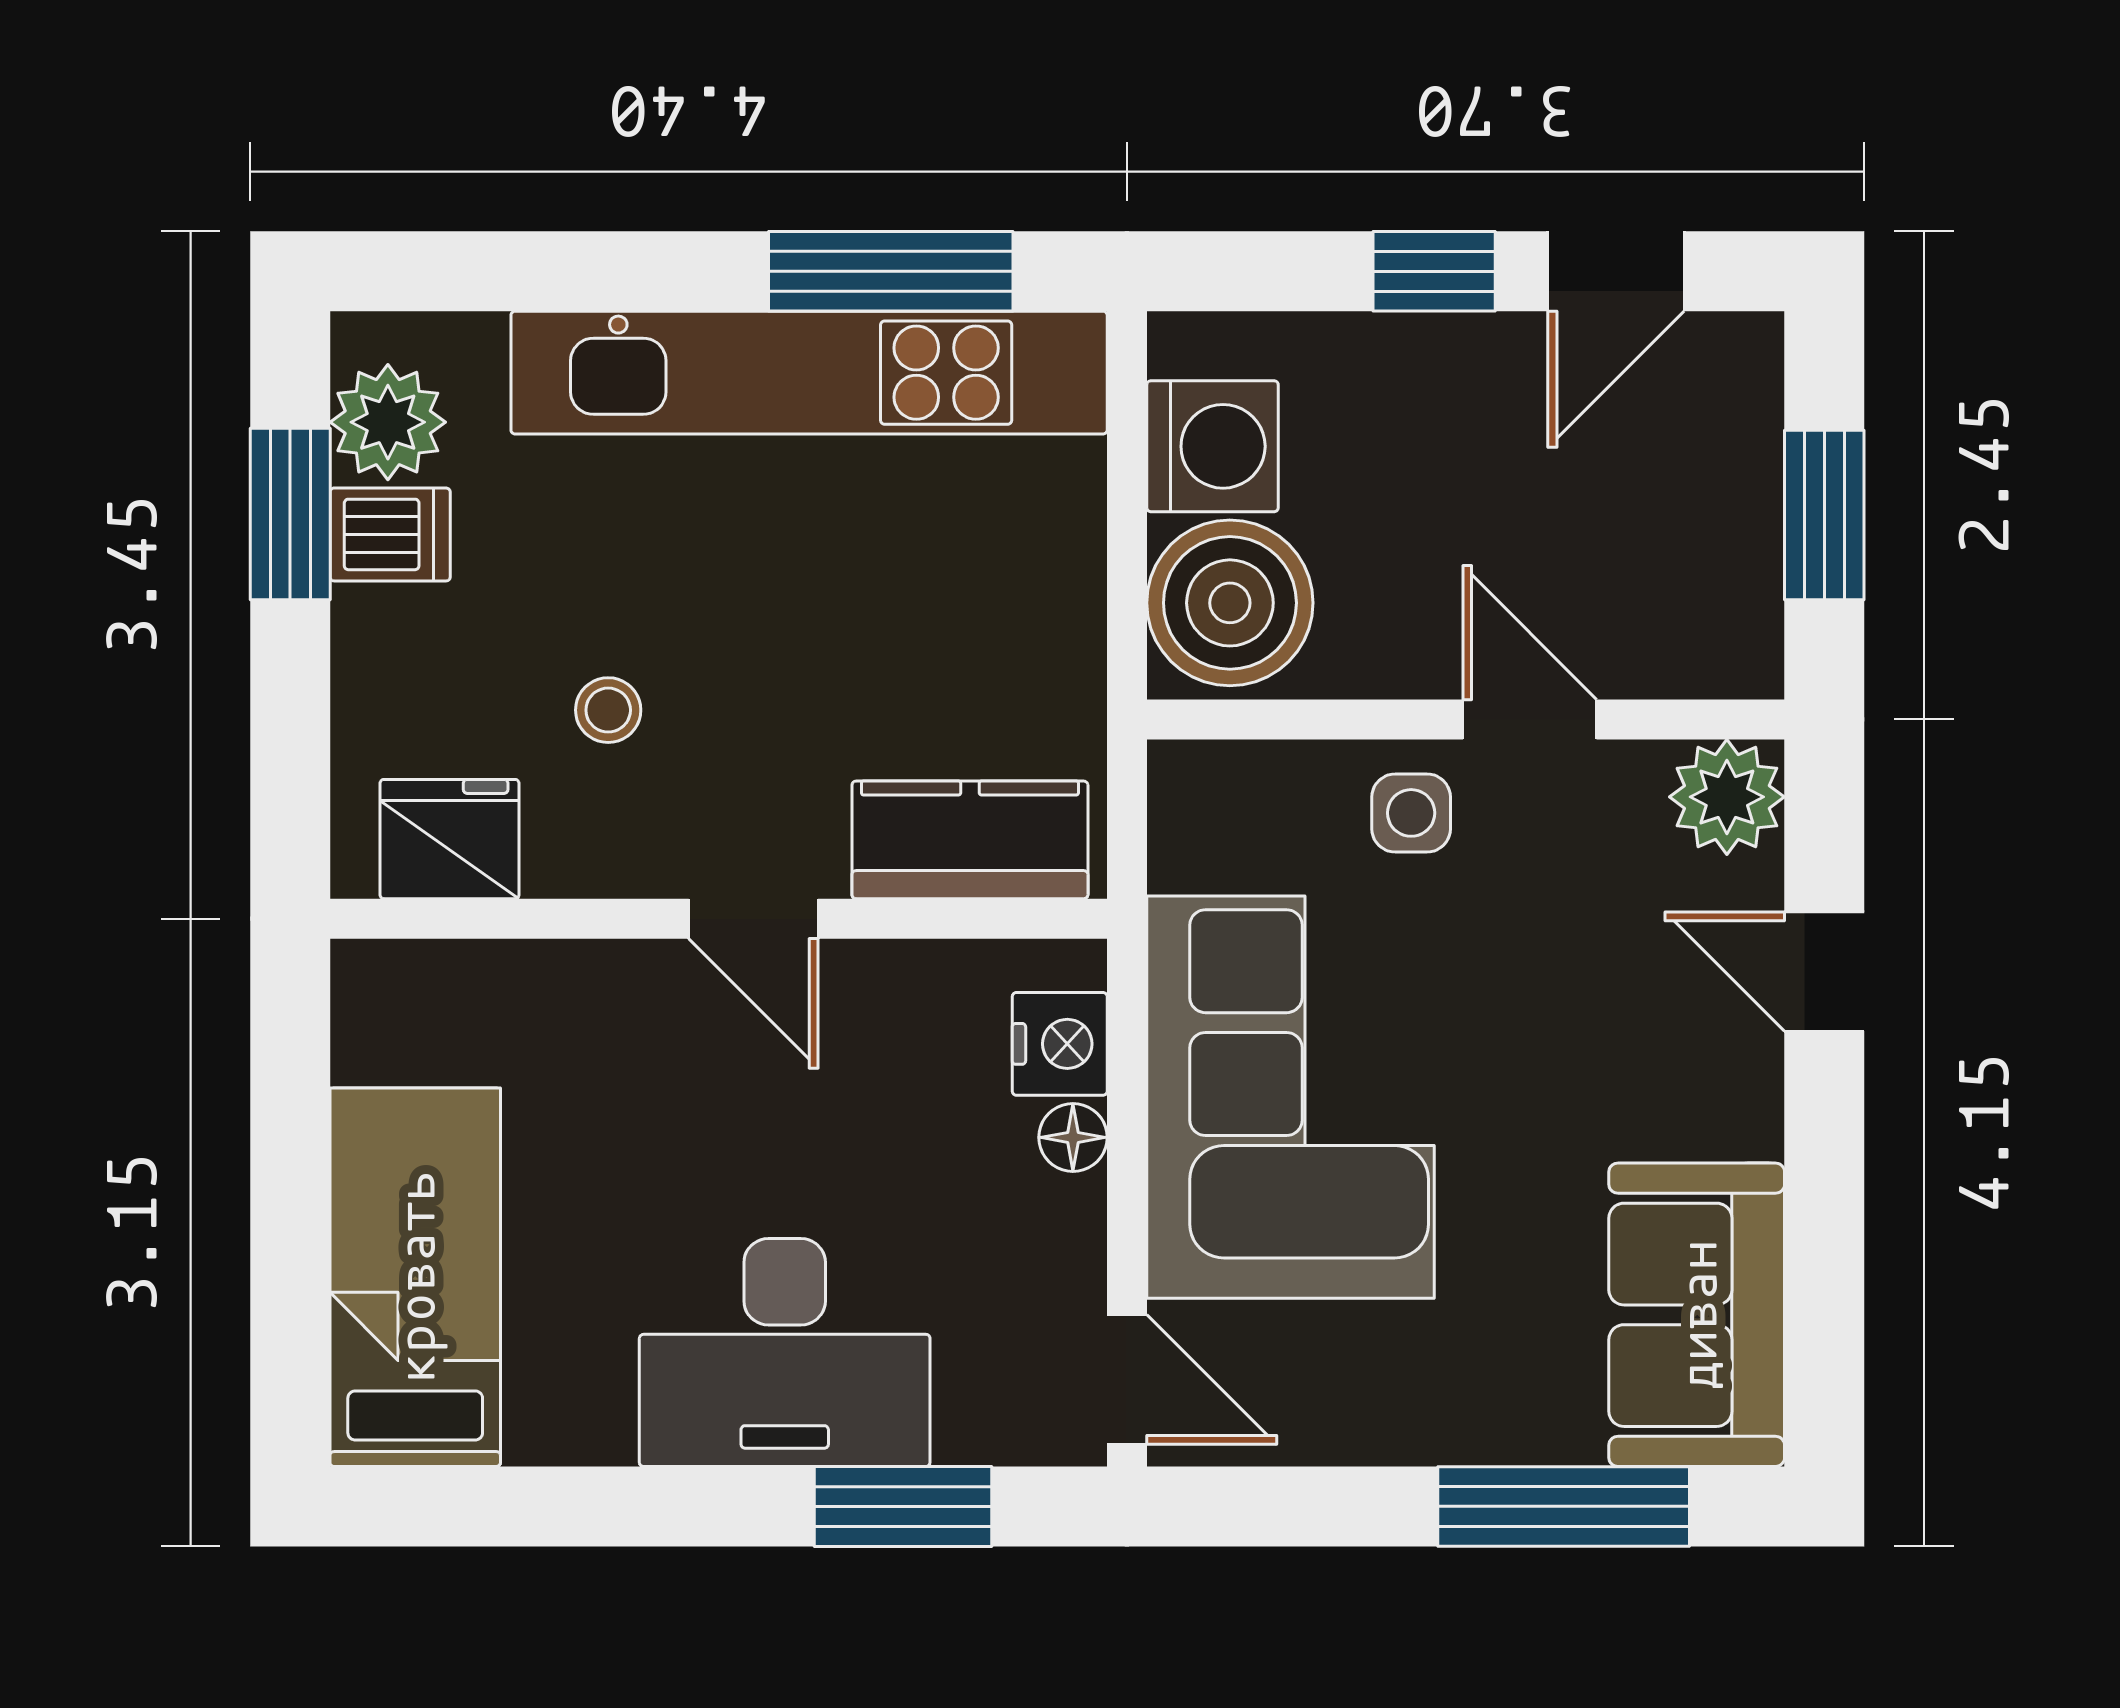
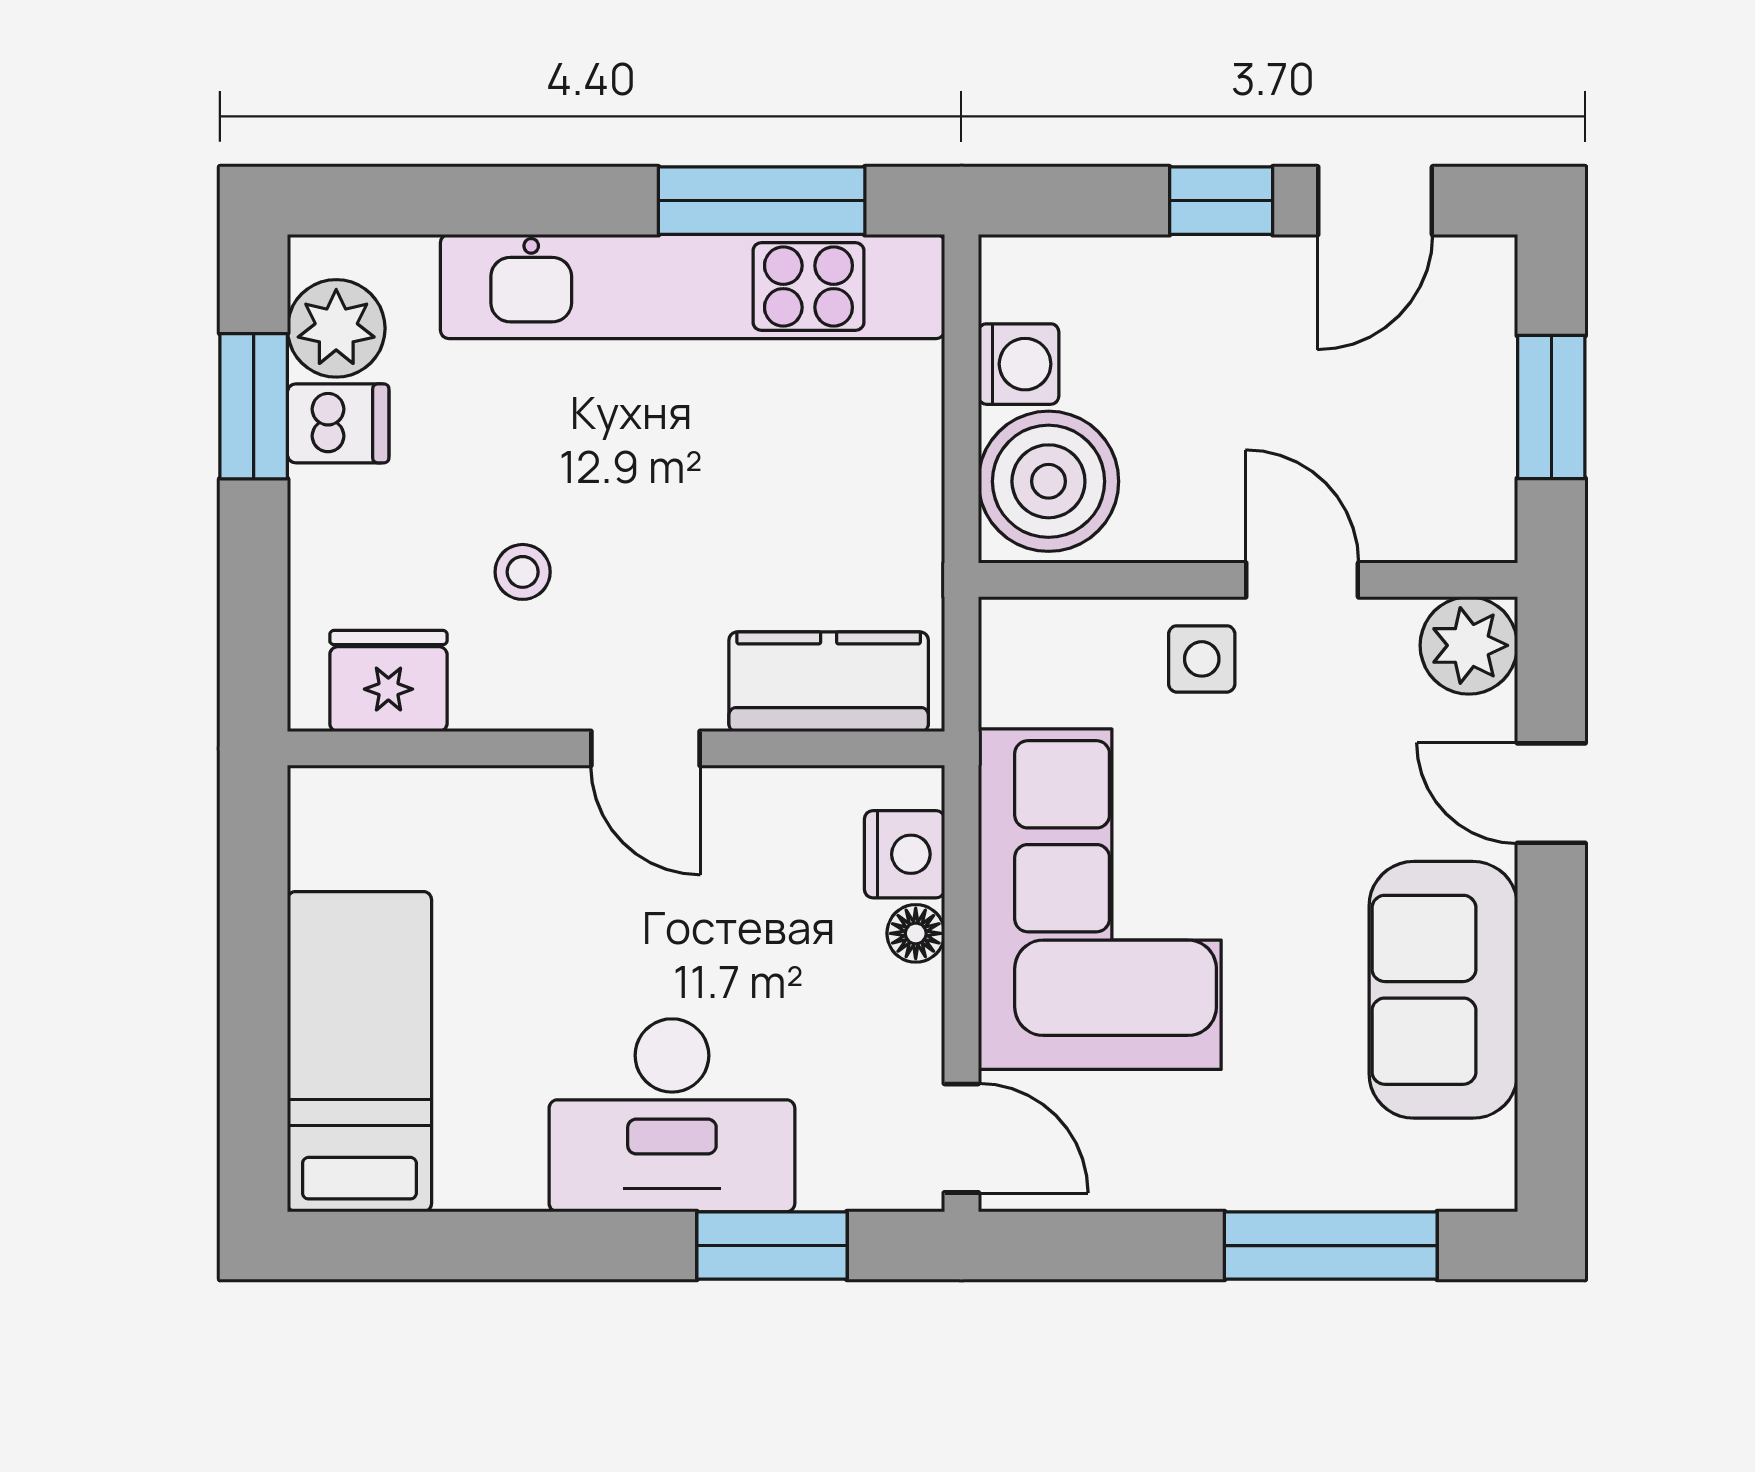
washing machine: (1213, 446) -> (1019, 364), width x0.73, depth x0.73
sofa: (1697, 1315) -> (1443, 990), moved

